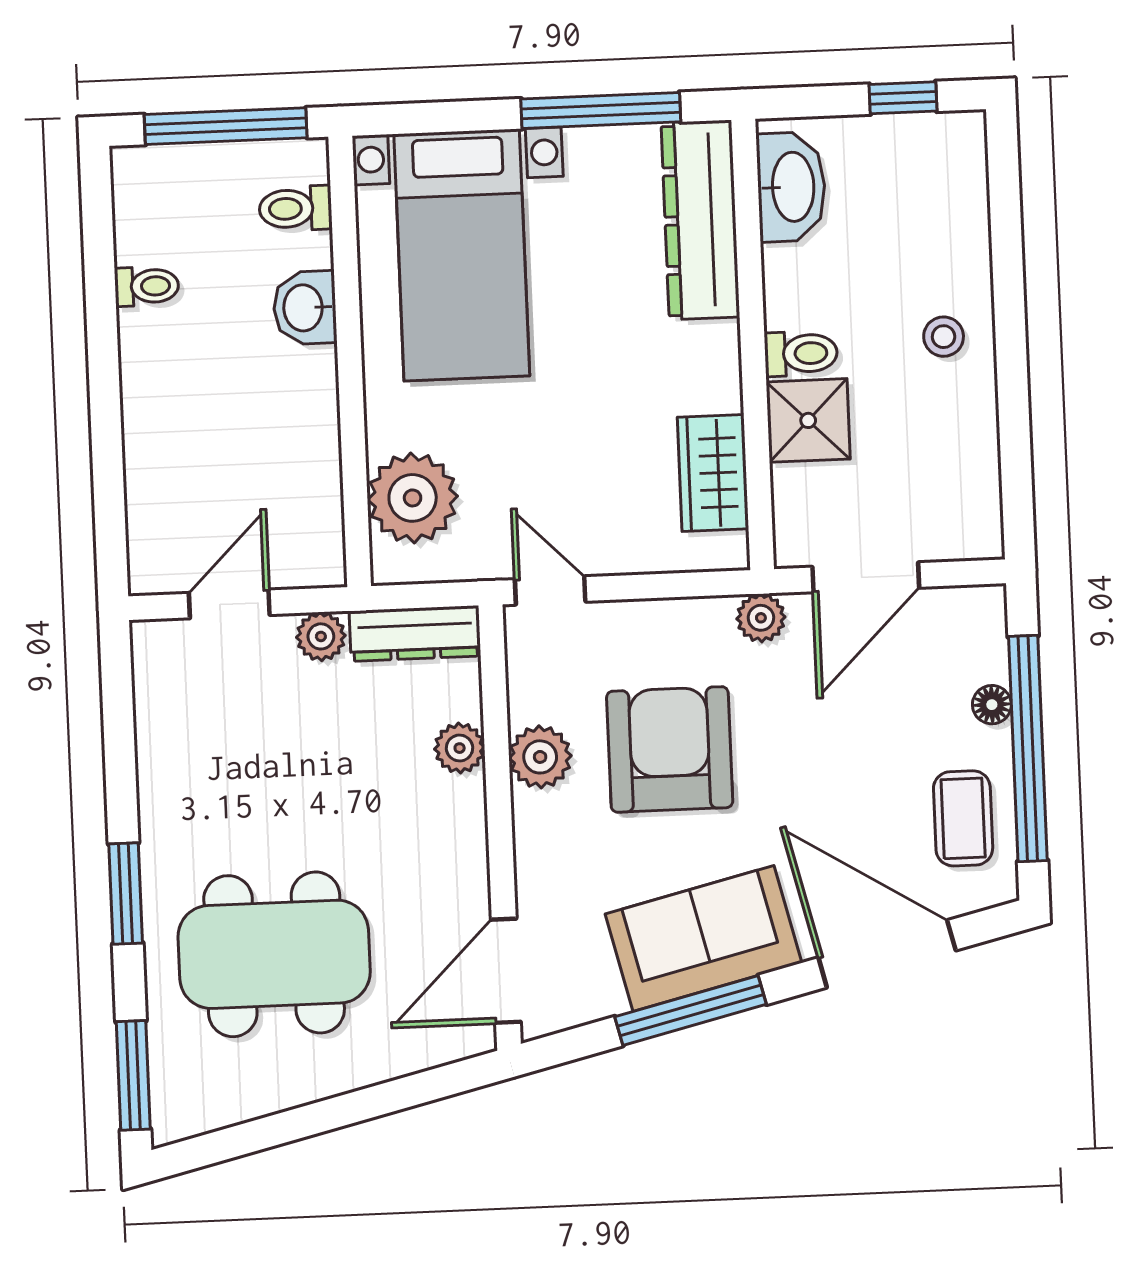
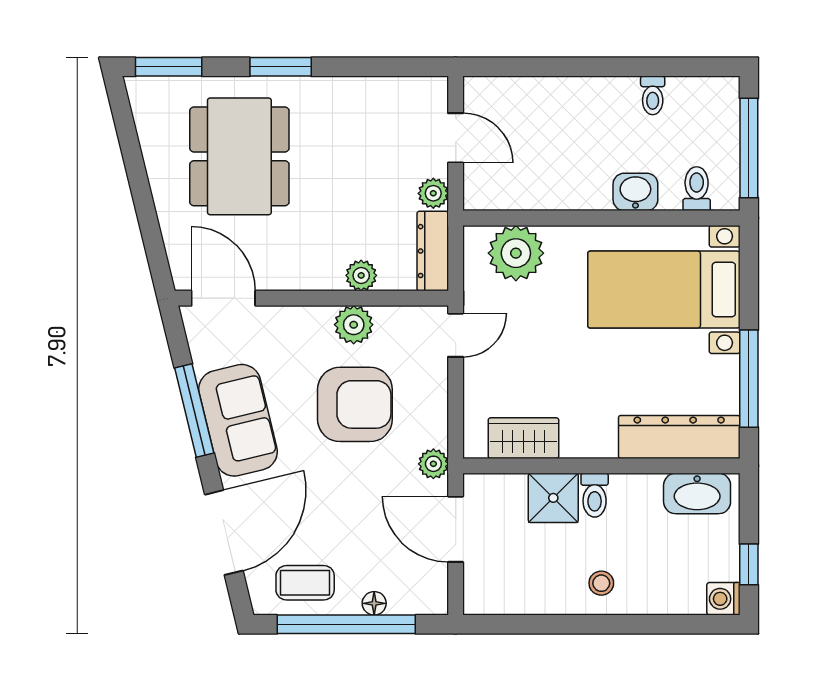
washing machine: (961, 137) -> (723, 599), added

